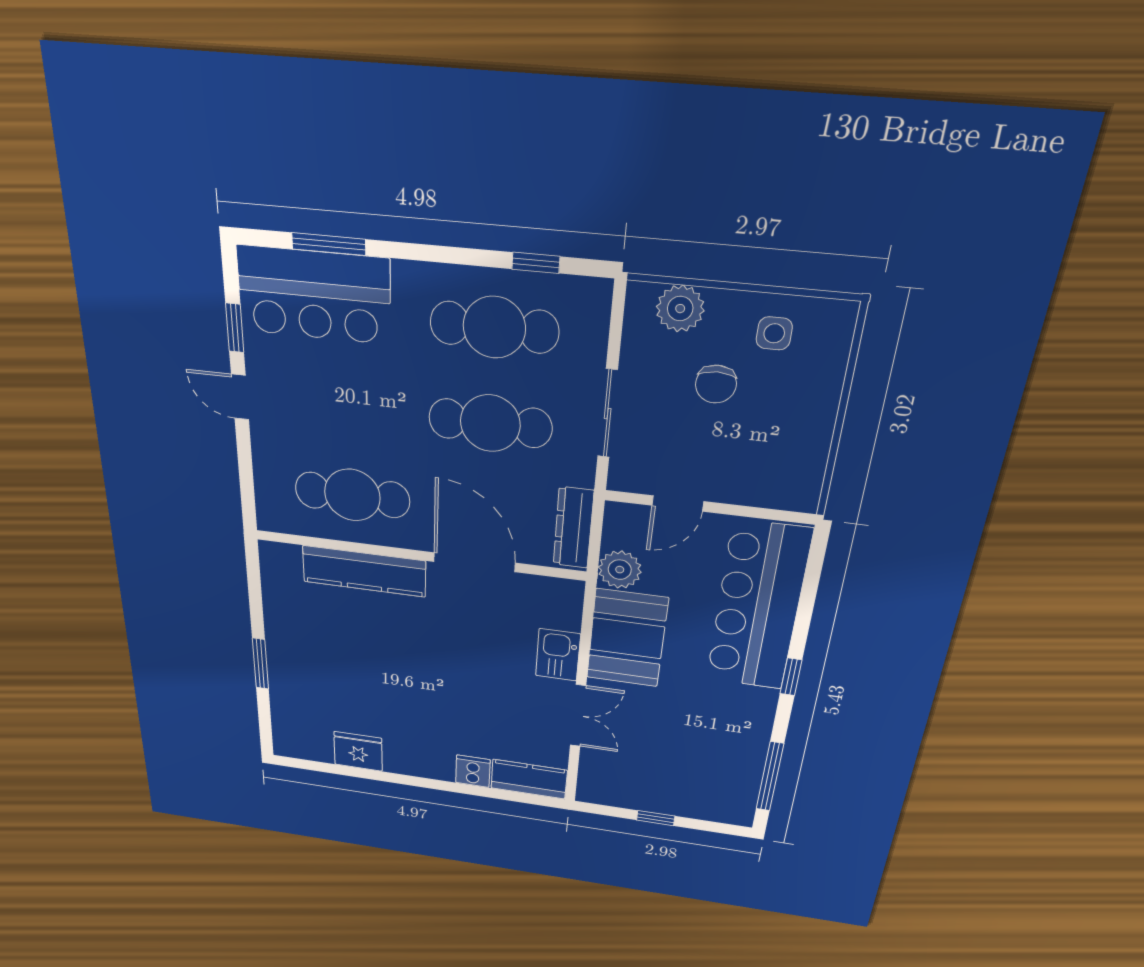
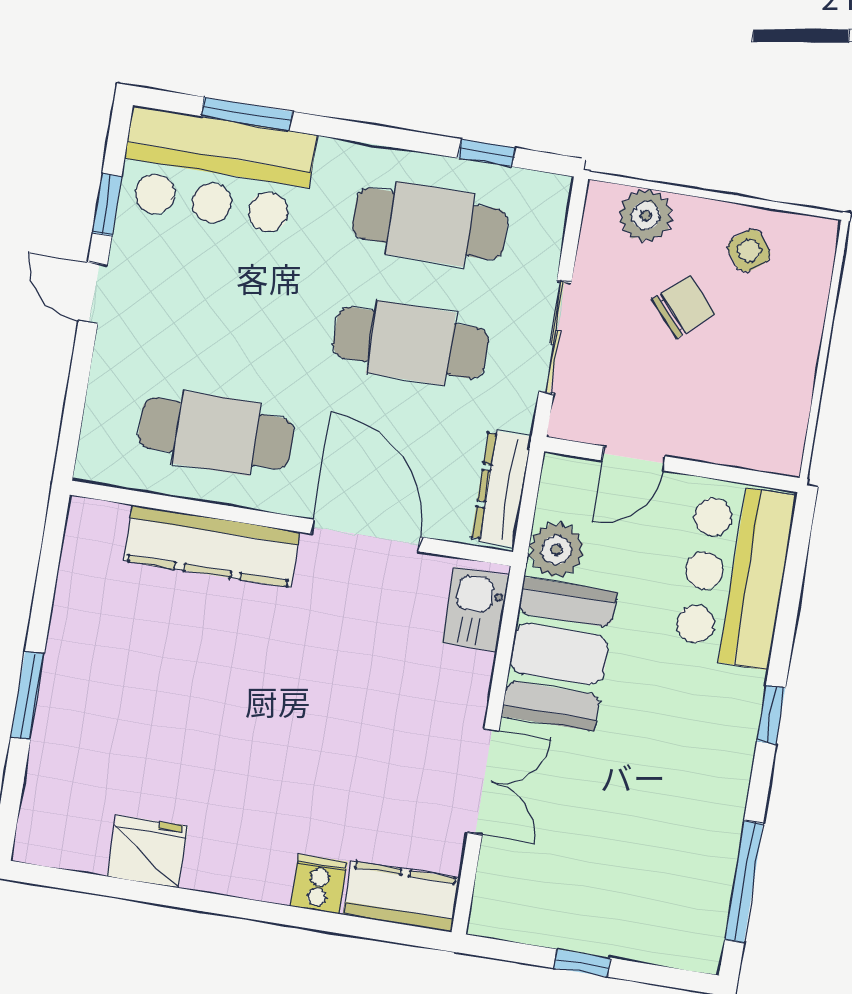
side table: (774, 333) -> (749, 251), turned -37
chair: (716, 384) -> (683, 307), turned -132
bar counter: (758, 607) -> (734, 575), width x0.73
kitchen sink: (558, 655) -> (475, 609), moved

